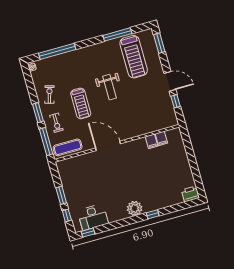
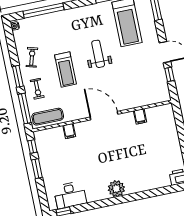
weight bench: (109, 87) -> (98, 54), turned 180
filing cabinet: (161, 138) -> (69, 131), moved
door: (108, 146) -> (104, 116), moved
window: (153, 214) -> (136, 197), removed
window: (67, 215) -> (32, 147), moved

